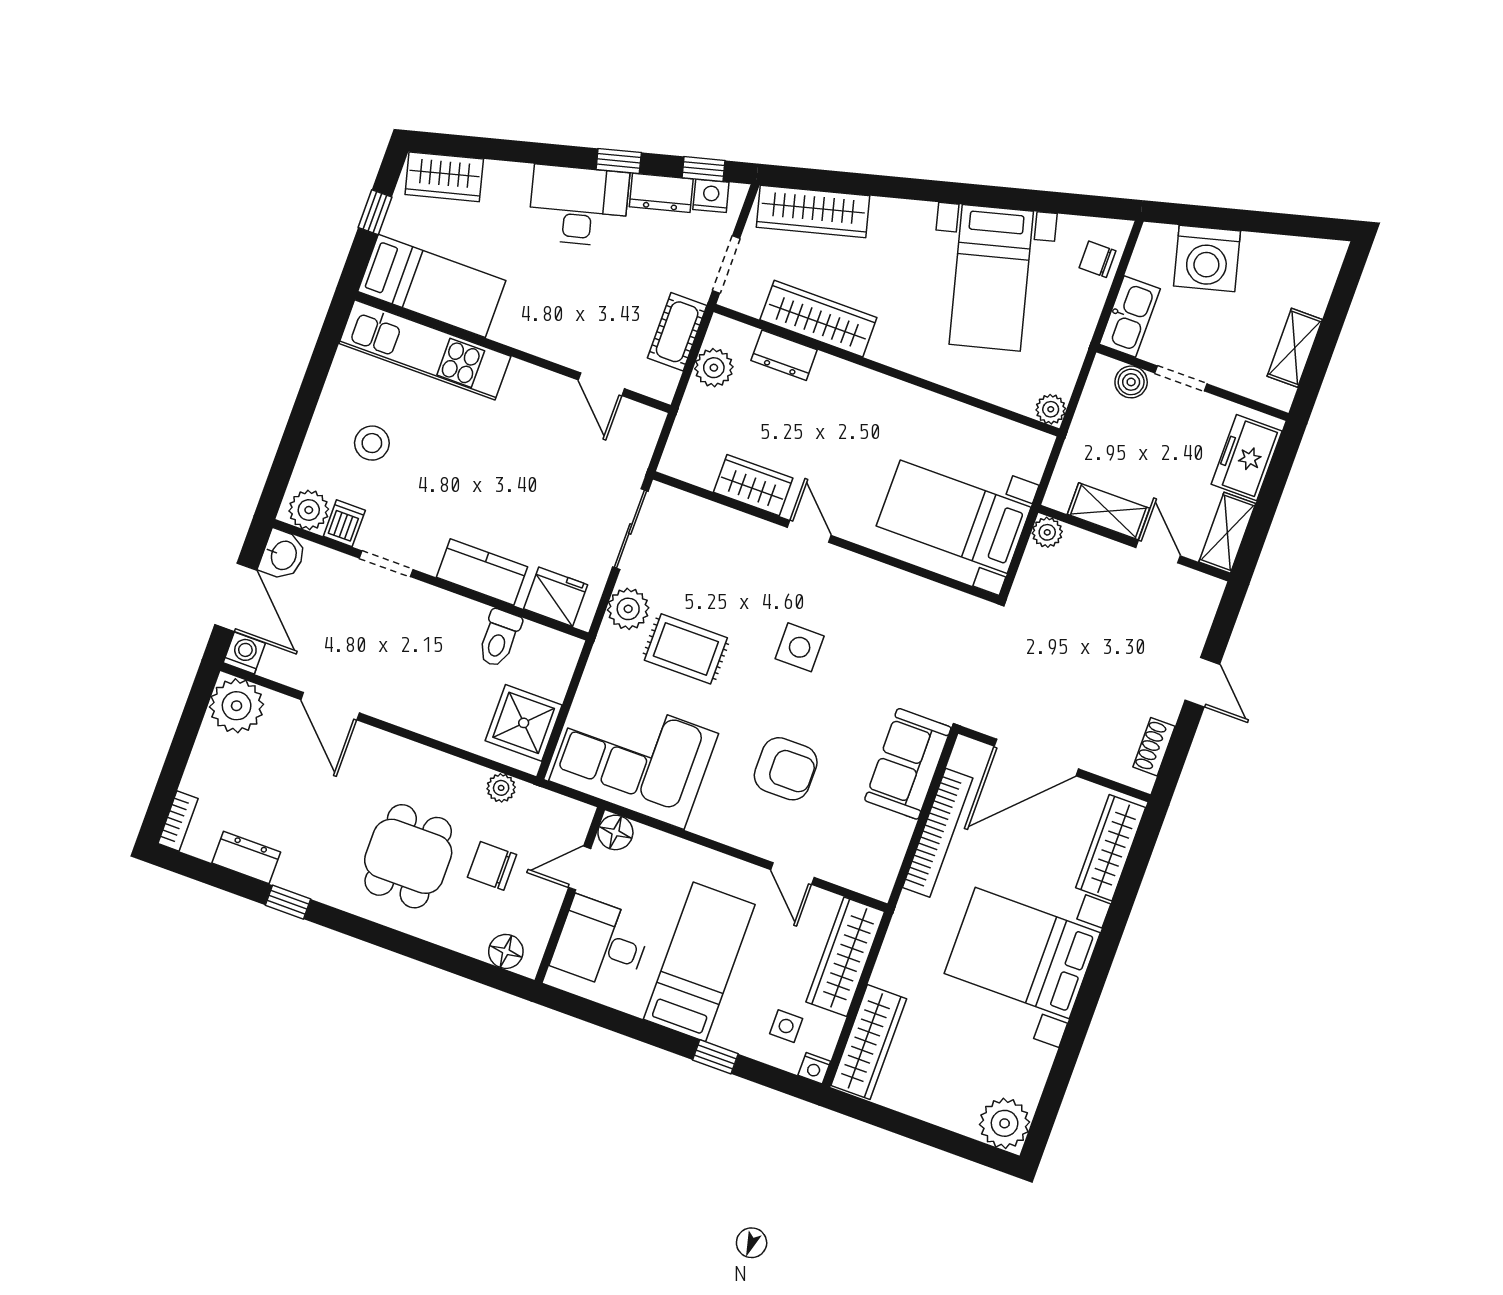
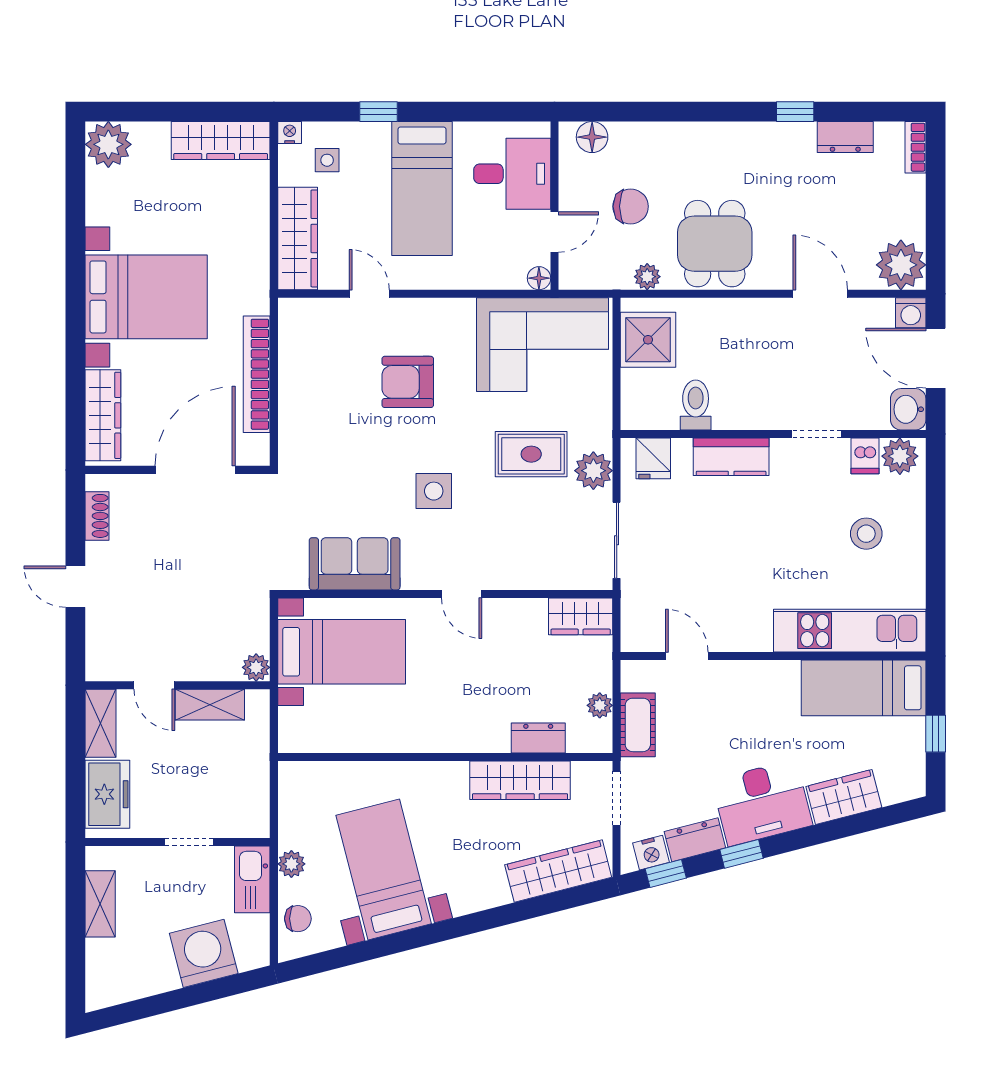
wardrobe: (444, 177) -> (844, 797), moved
plant: (714, 368) -> (600, 705), width x0.73, depth x0.73
boiler: (1131, 382) -> (231, 823), removed
plant: (1051, 409) -> (291, 864), moved
wardrobe: (753, 485) -> (581, 616), moved
fridge: (556, 597) -> (653, 458), width x0.72
sofa: (908, 764) -> (355, 564), moved, turned -90
floor lamp: (615, 832) -> (539, 278), width x0.73, depth x0.73
dining table: (408, 856) -> (715, 244), moved
wardrobe: (869, 1042) -> (221, 140), moved, turned -90

